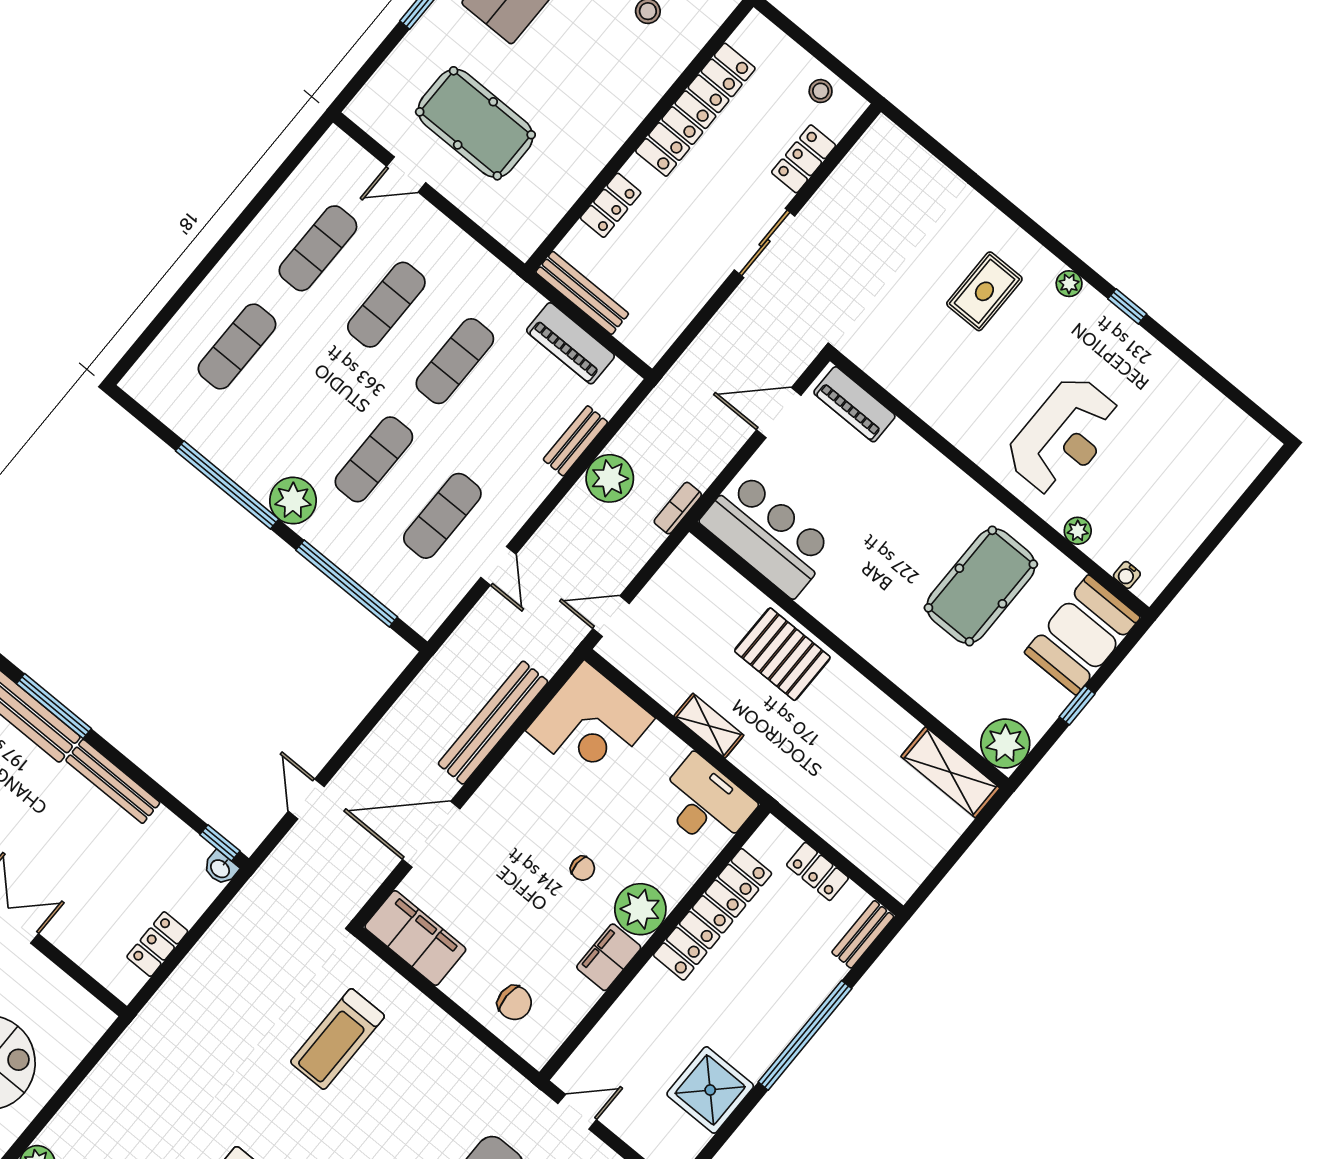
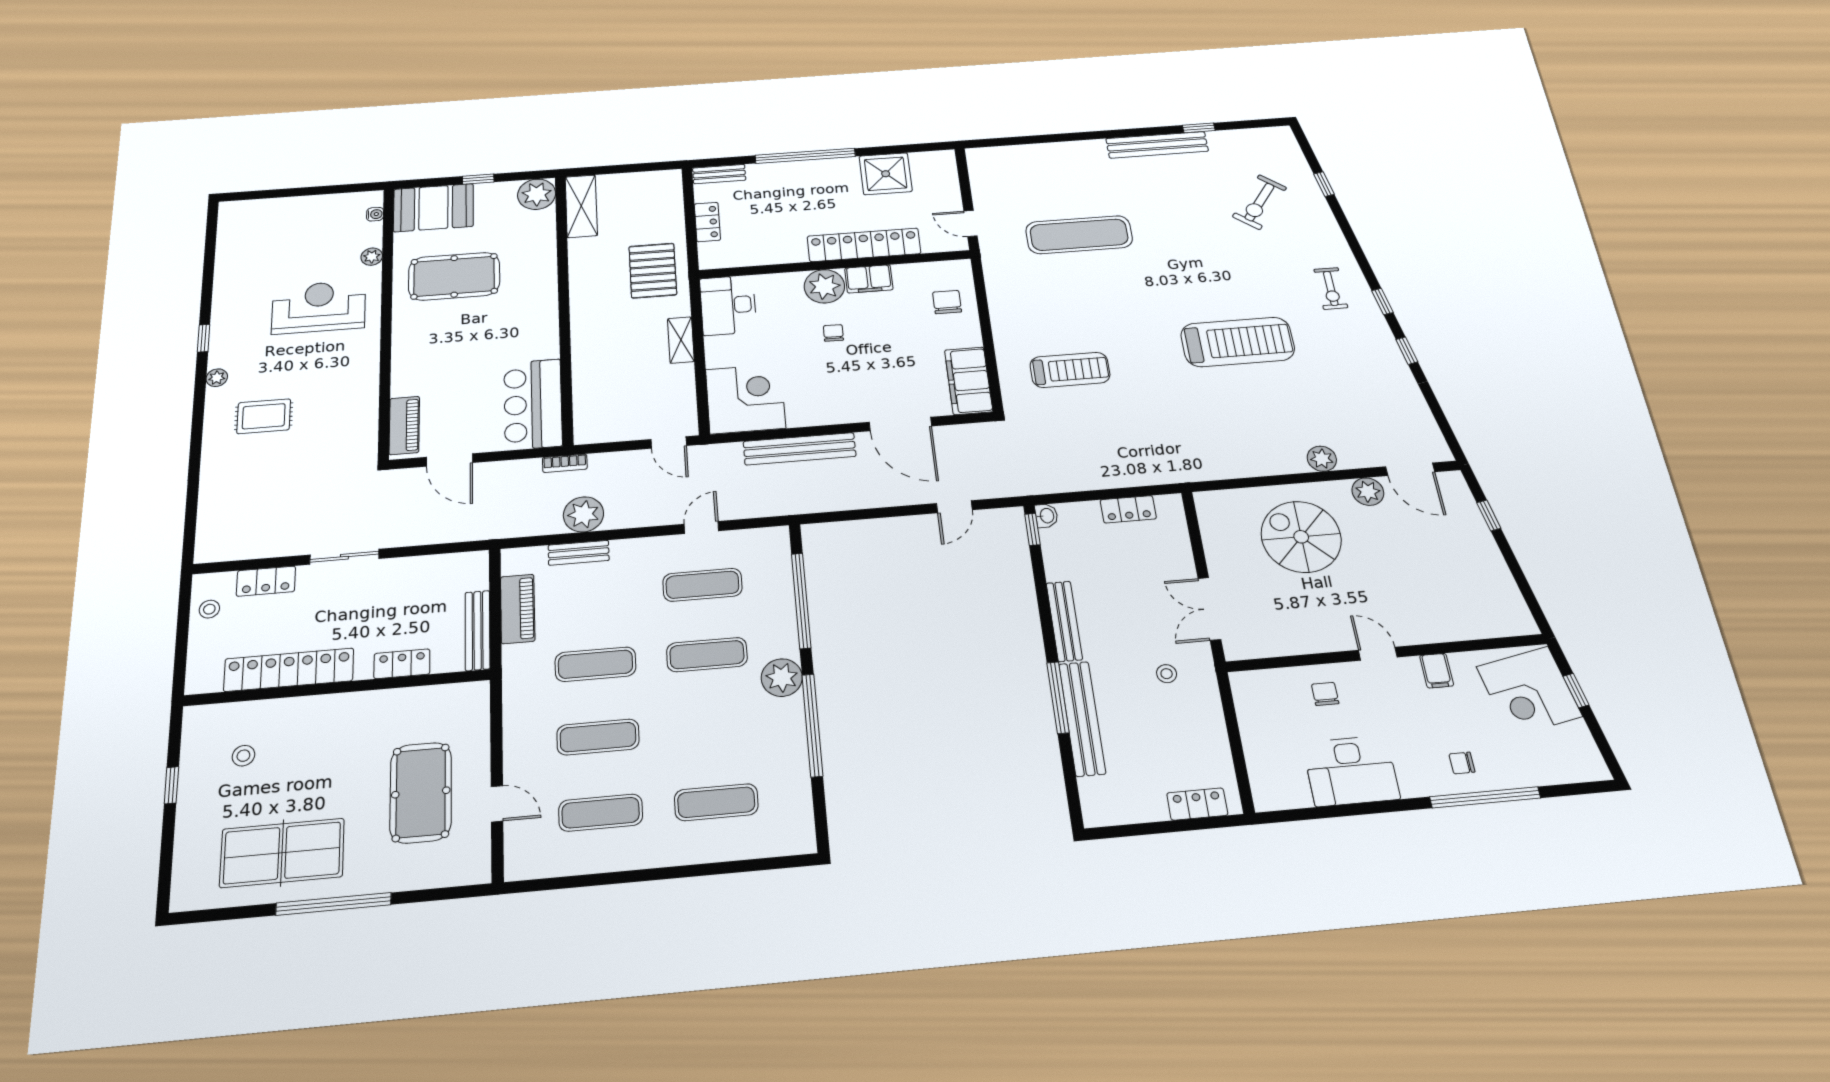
pallet: (782, 654) -> (653, 271), moved
locker: (713, 914) -> (864, 245), moved

